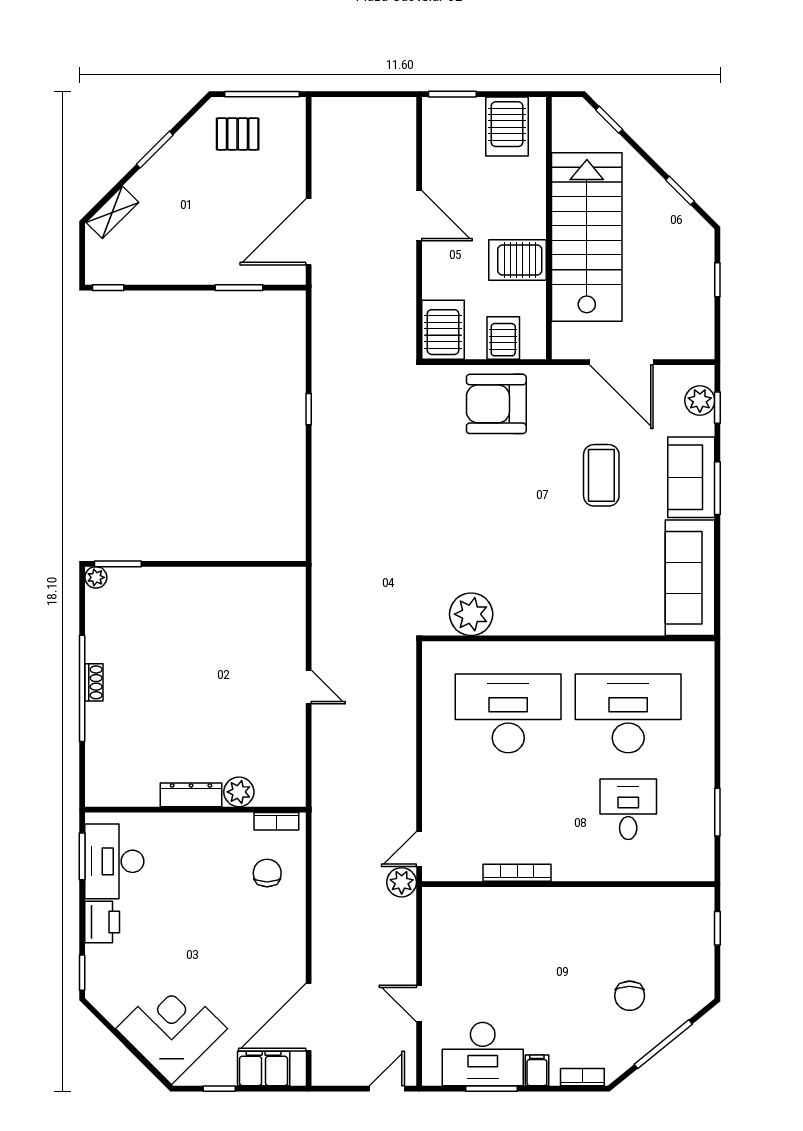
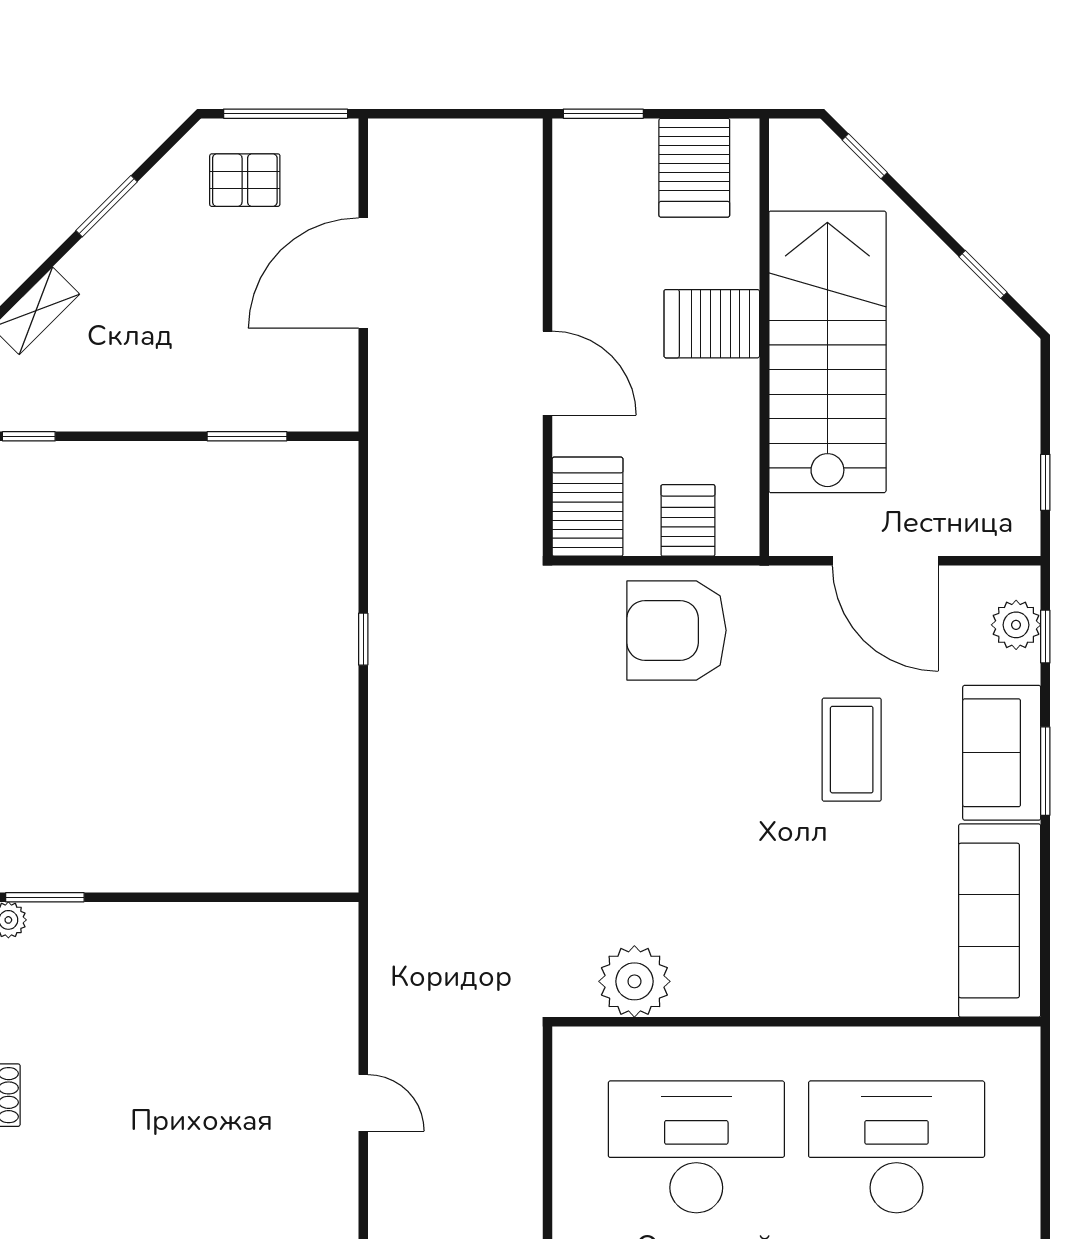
door: (419, 216) -> (548, 373), moved
door: (309, 232) -> (363, 273), moved
server rack: (517, 260) -> (712, 324), moved
window: (717, 280) -> (1045, 482), moved

